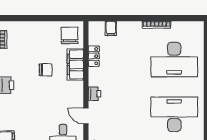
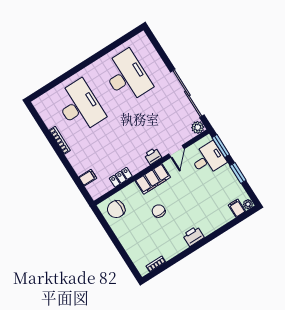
filing cabinet: (75, 64) -> (153, 179), moved
desk: (174, 114) -> (127, 76), turned 180

